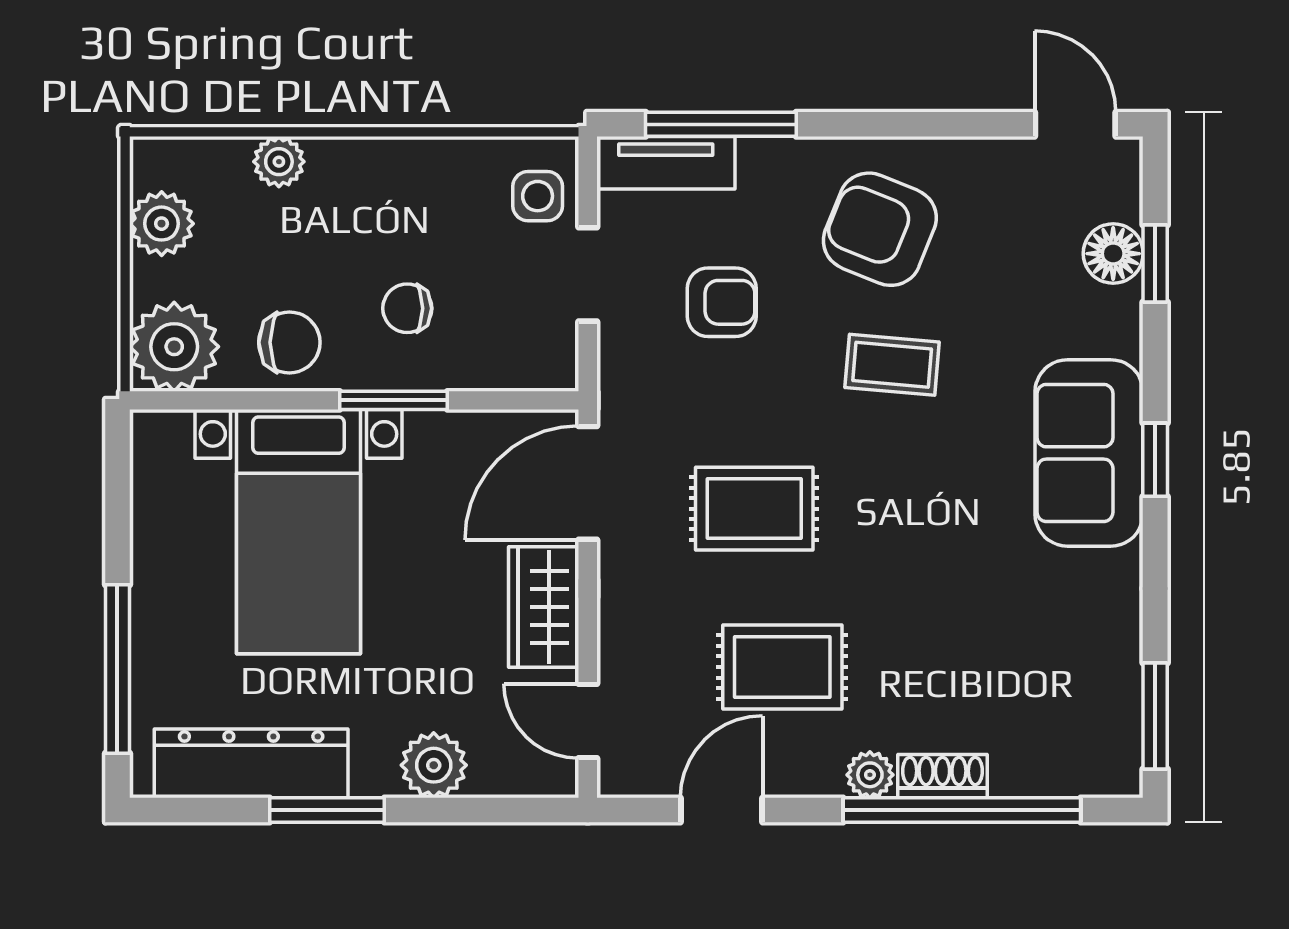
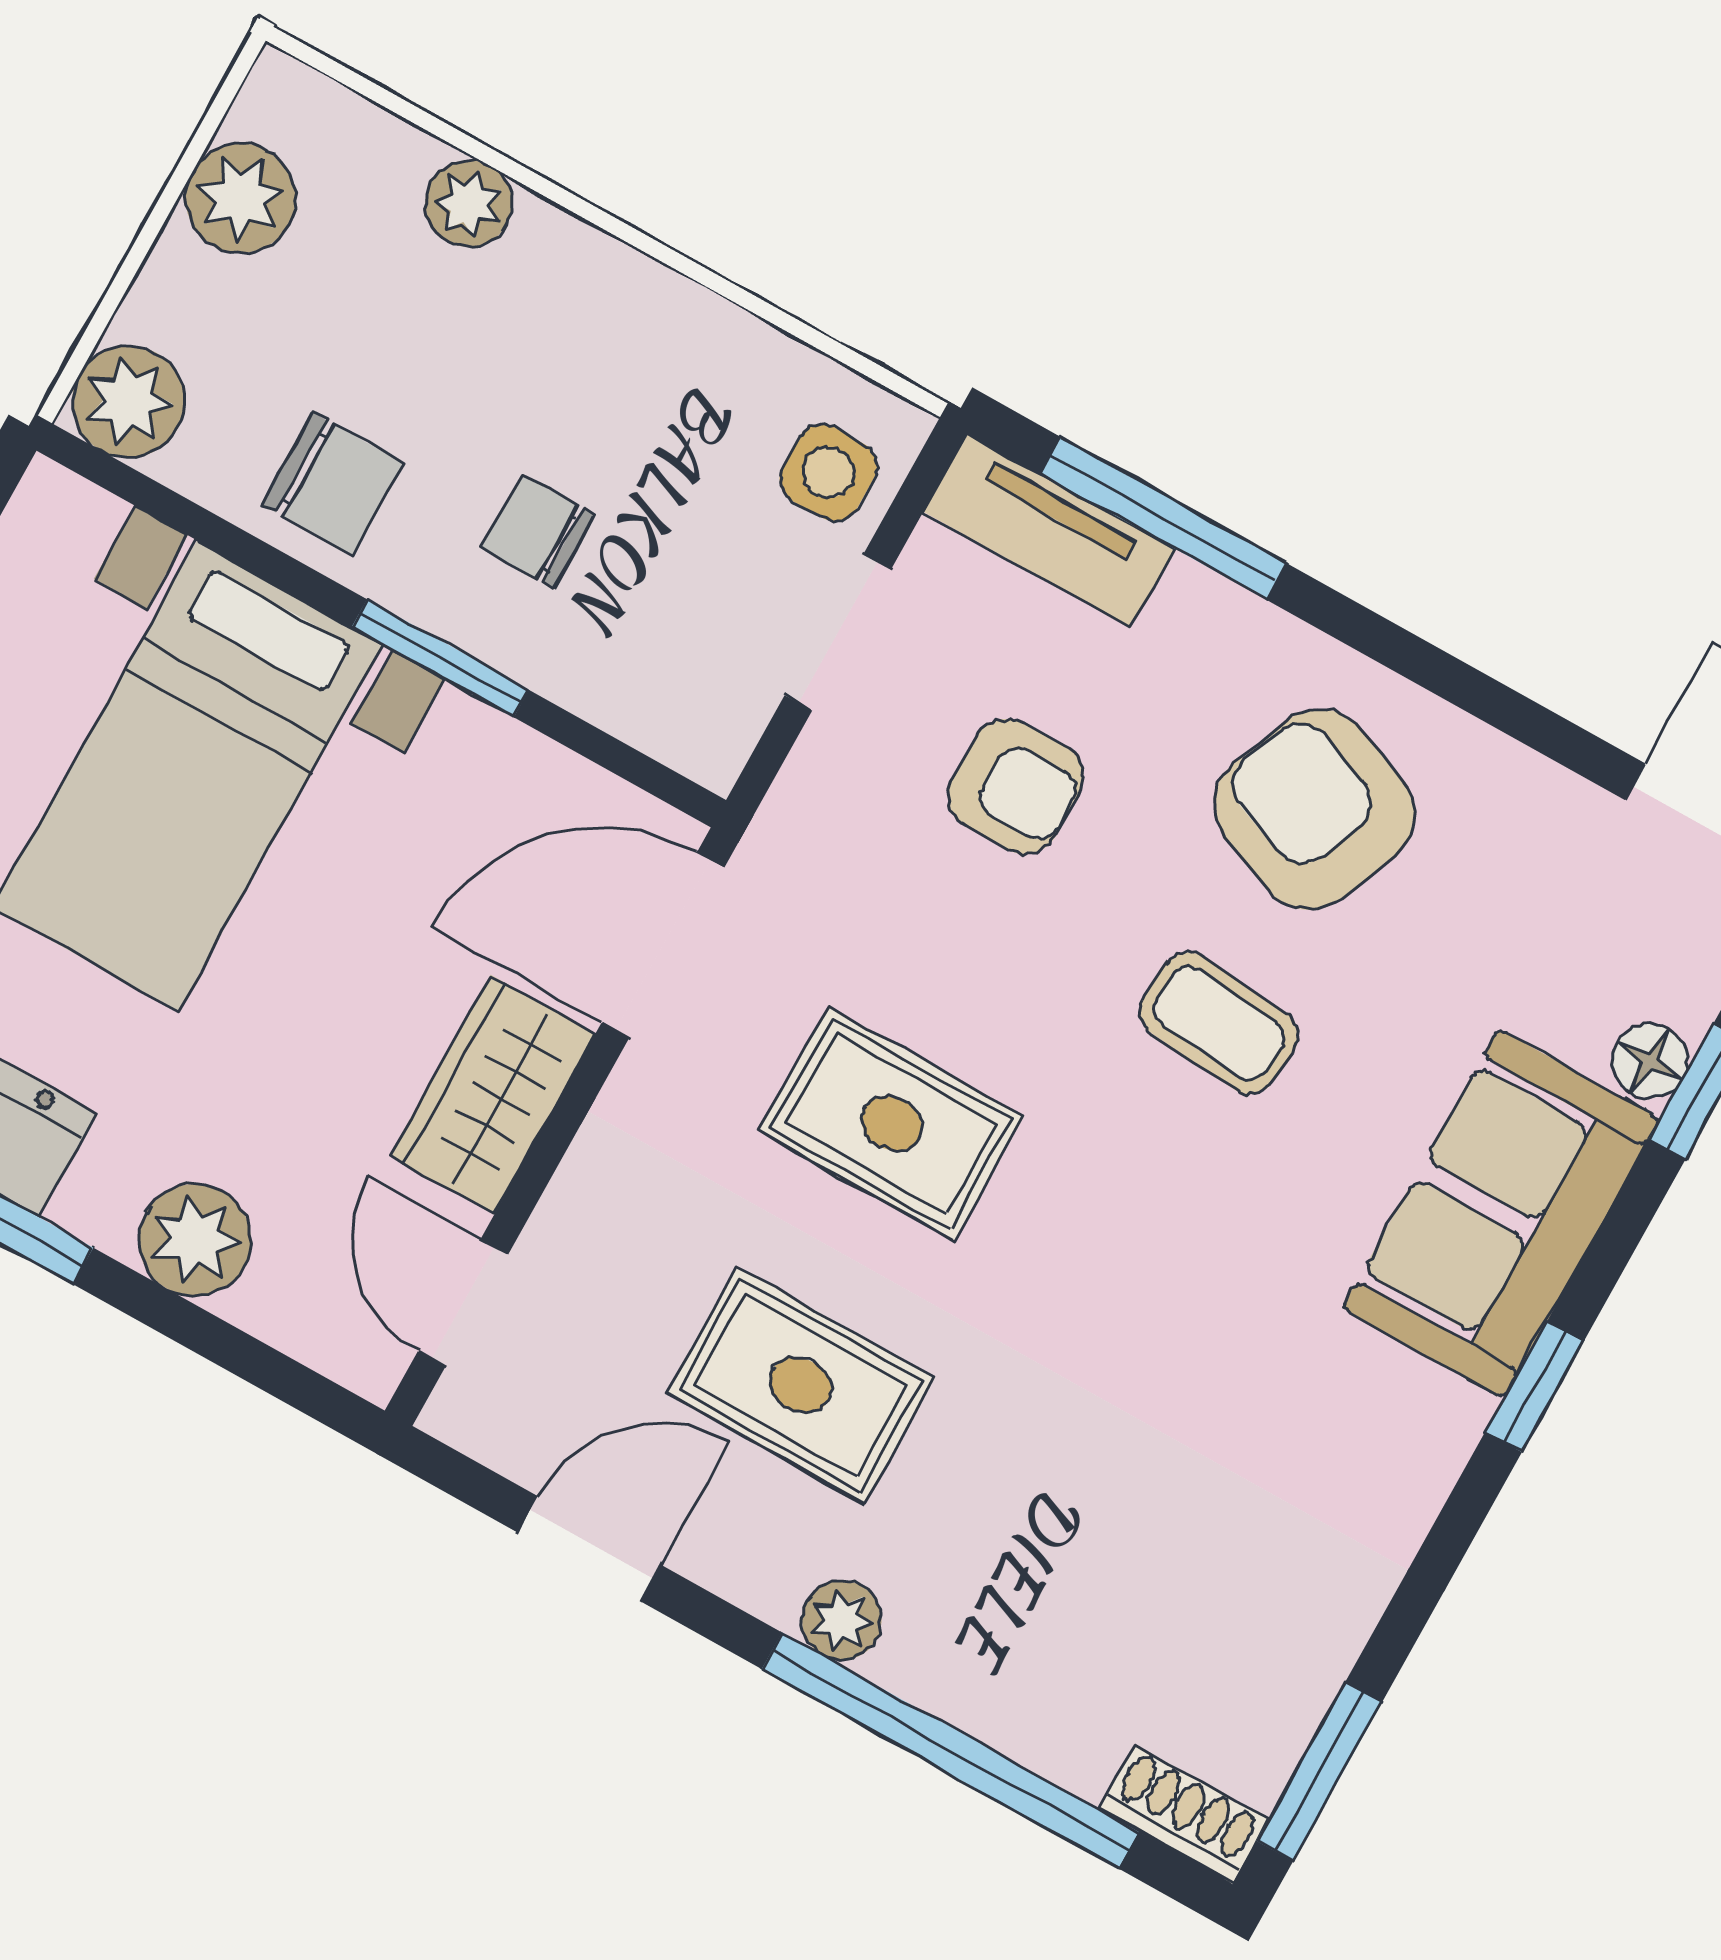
floor lamp: (1113, 254) -> (1650, 1061), width x0.73, depth x0.73
plant: (174, 347) -> (128, 402), width x0.73, depth x0.73
sofa: (1089, 453) -> (1501, 1214), moved
shoe rack: (942, 776) -> (1184, 1814), moved

